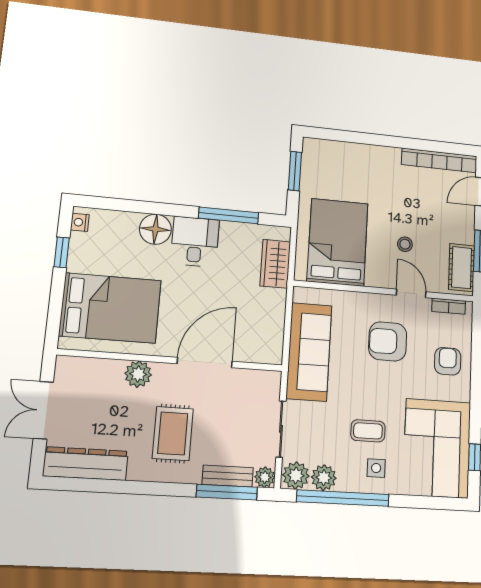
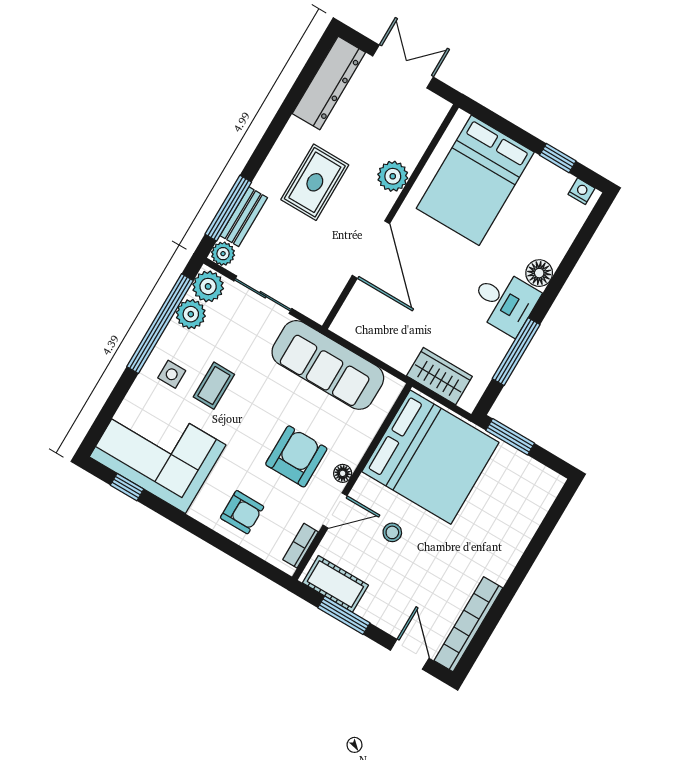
window: (295, 171) -> (510, 437), moved
floor lamp: (155, 229) -> (539, 273), width x0.73, depth x0.73
bed: (338, 242) -> (430, 457), width x1.36
floor lamp: (382, 301) -> (343, 473), added
rug: (173, 434) -> (315, 182), turned 90

